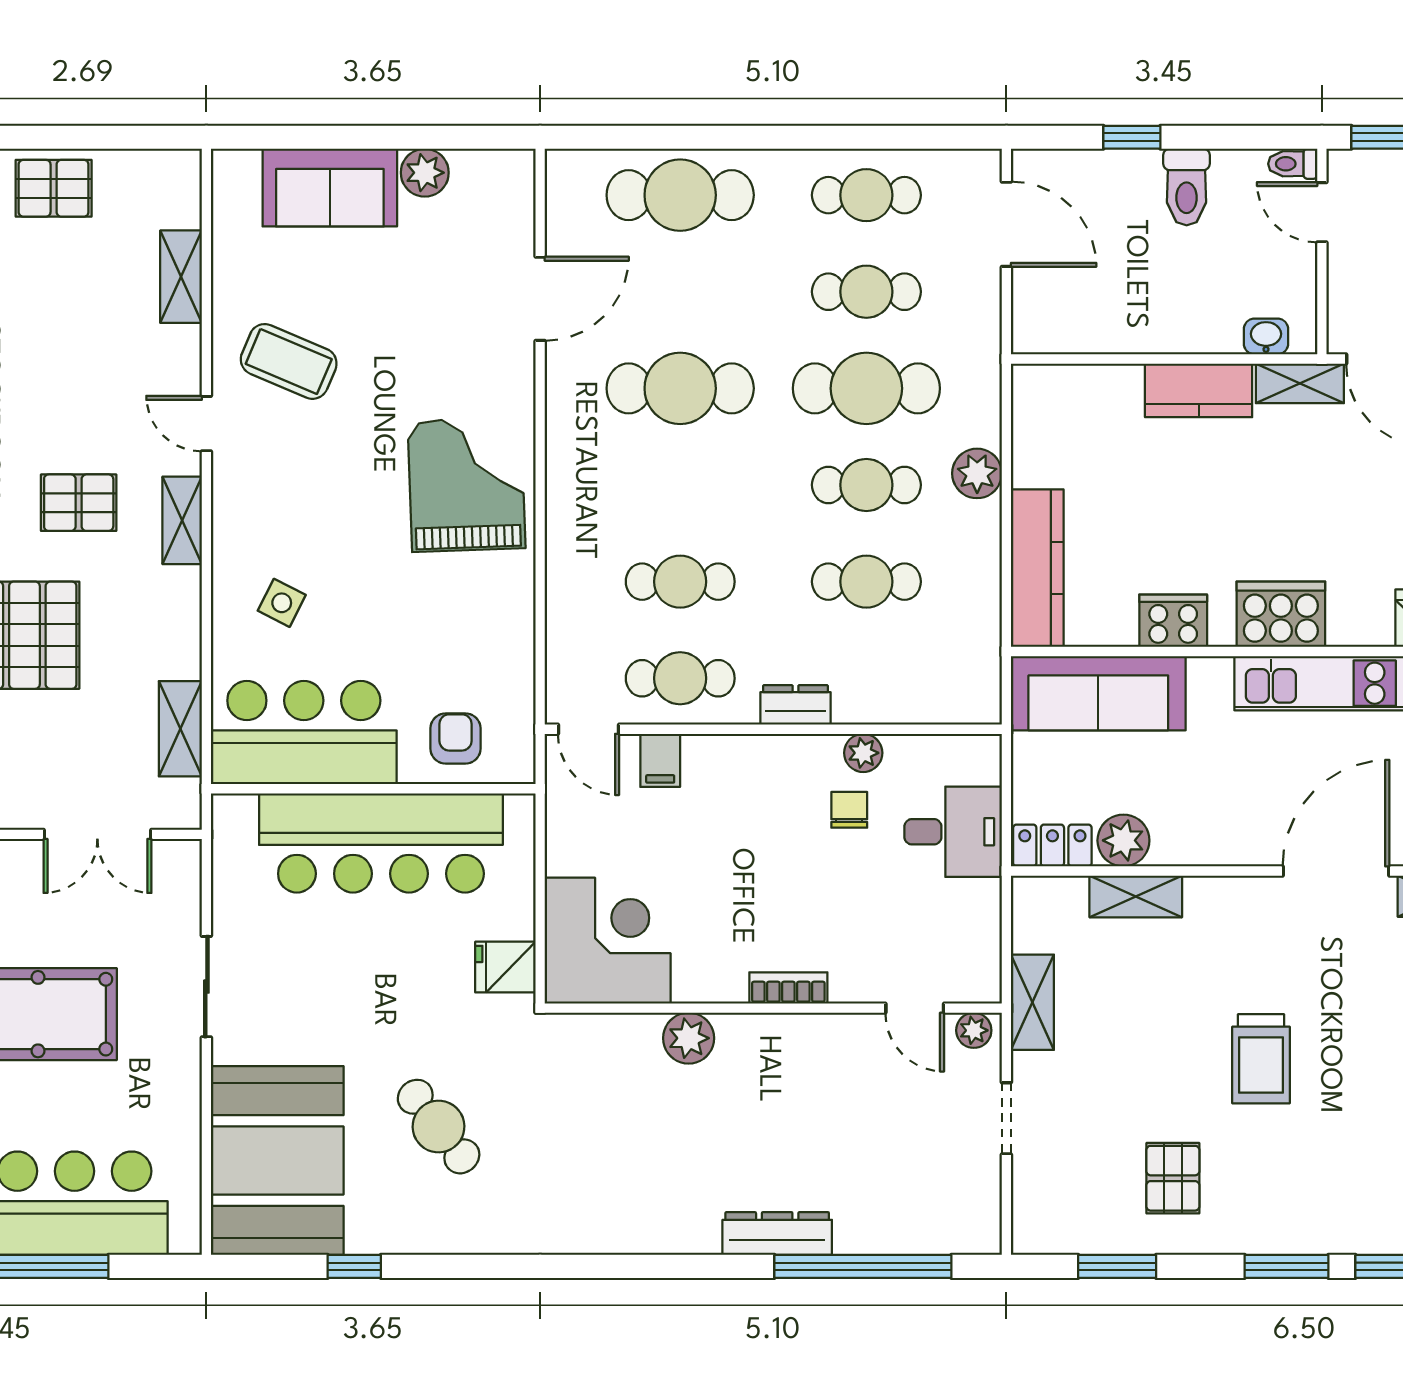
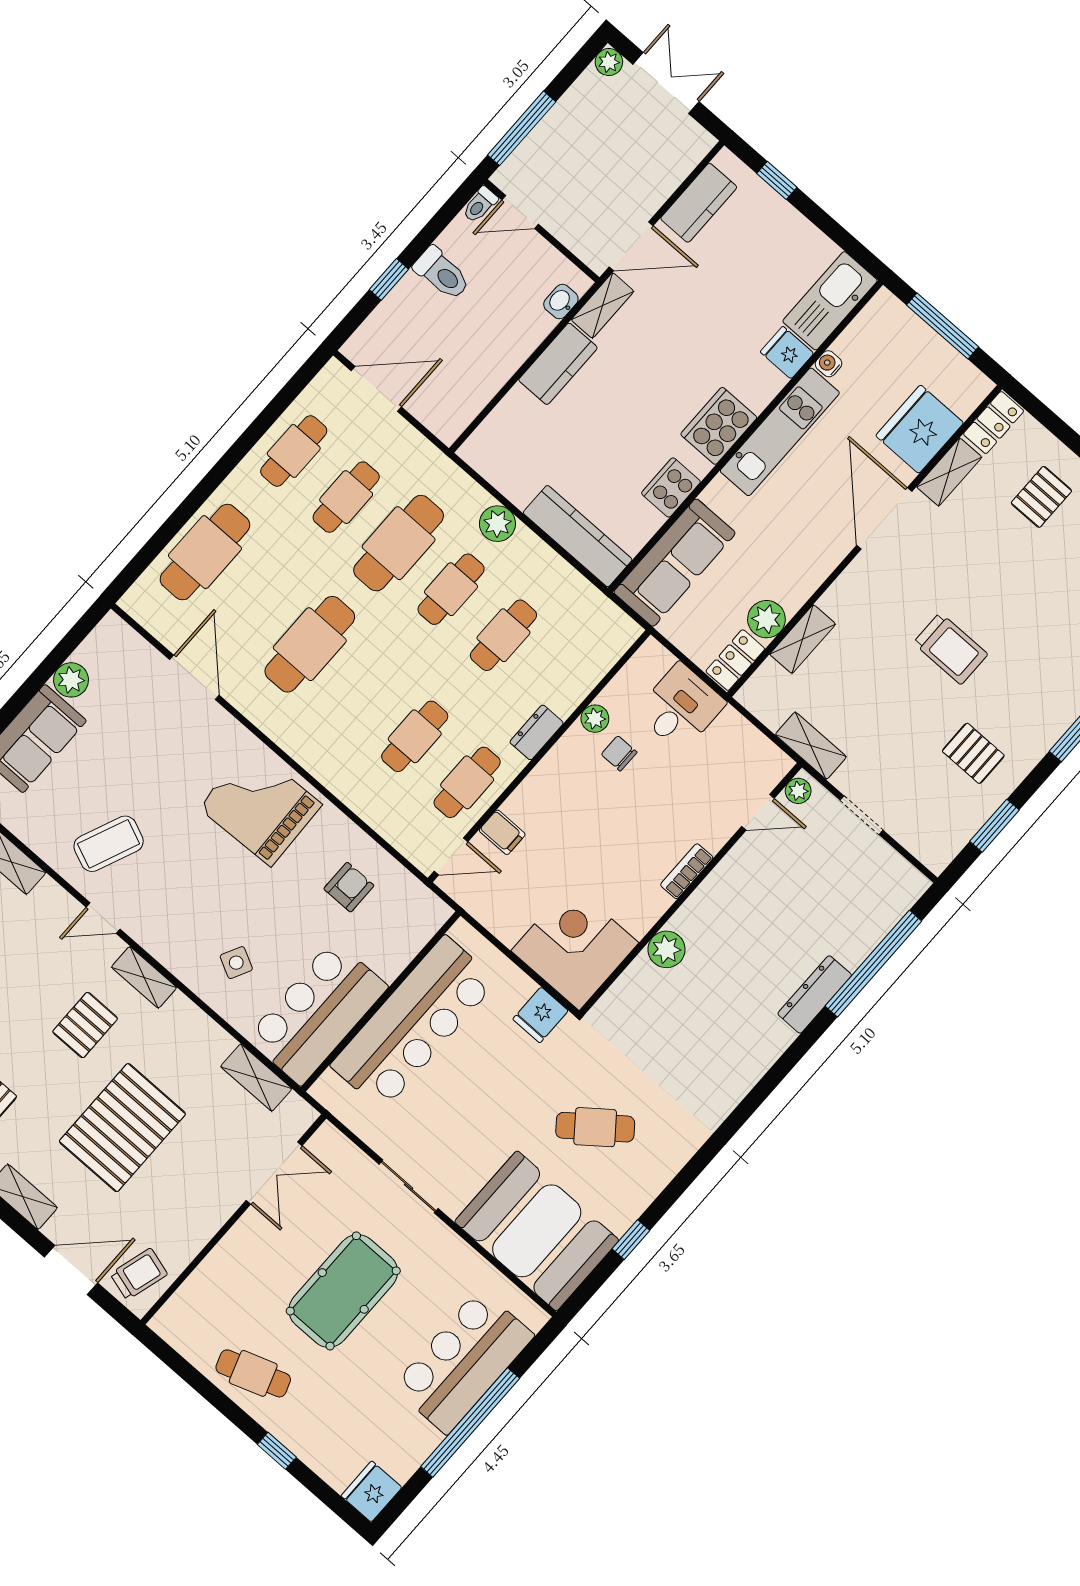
armchair: (456, 738) -> (349, 887), moved, turned 90

